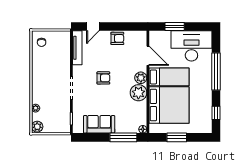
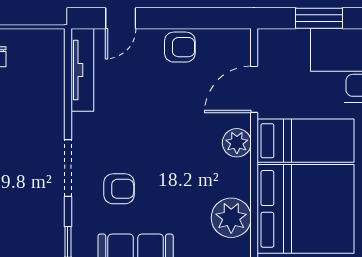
door: (148, 56) -> (254, 89), swing flipped
armchair: (103, 78) -> (119, 189), moved
plant: (138, 93) -> (231, 218), moved

